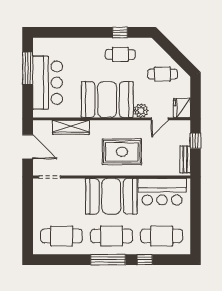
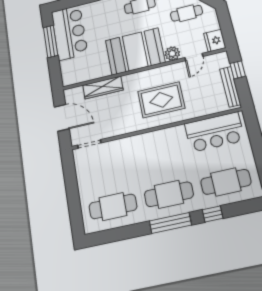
bar counter: (48, 83) -> (69, 33), moved
bench: (185, 159) -> (230, 87), width x1.36
booth: (111, 196) -> (159, 150), removed

